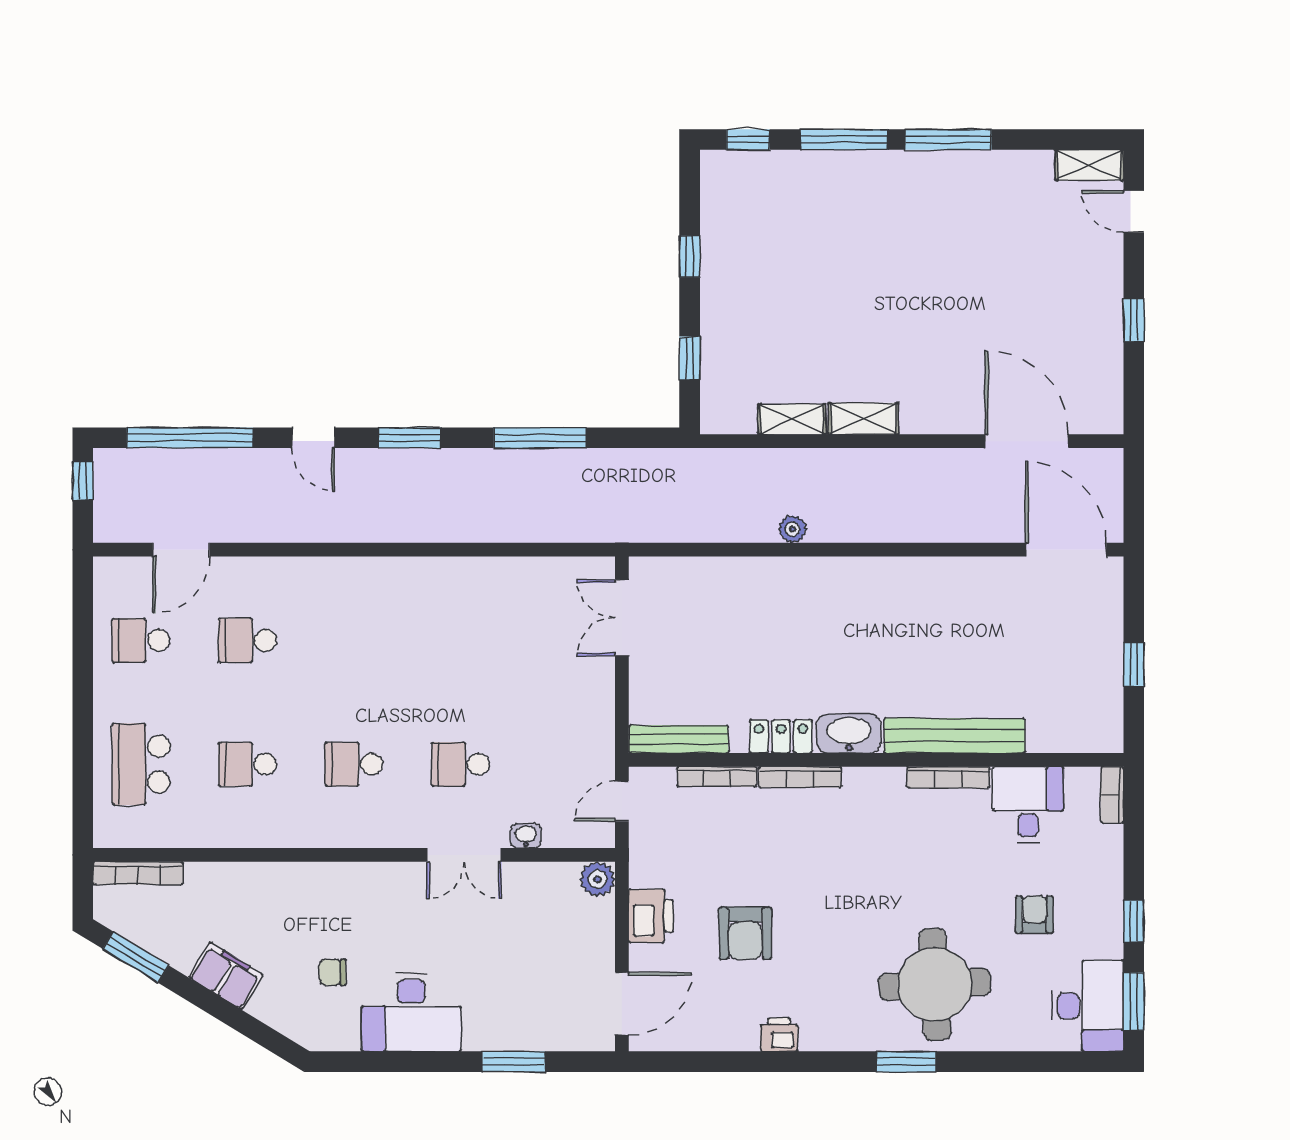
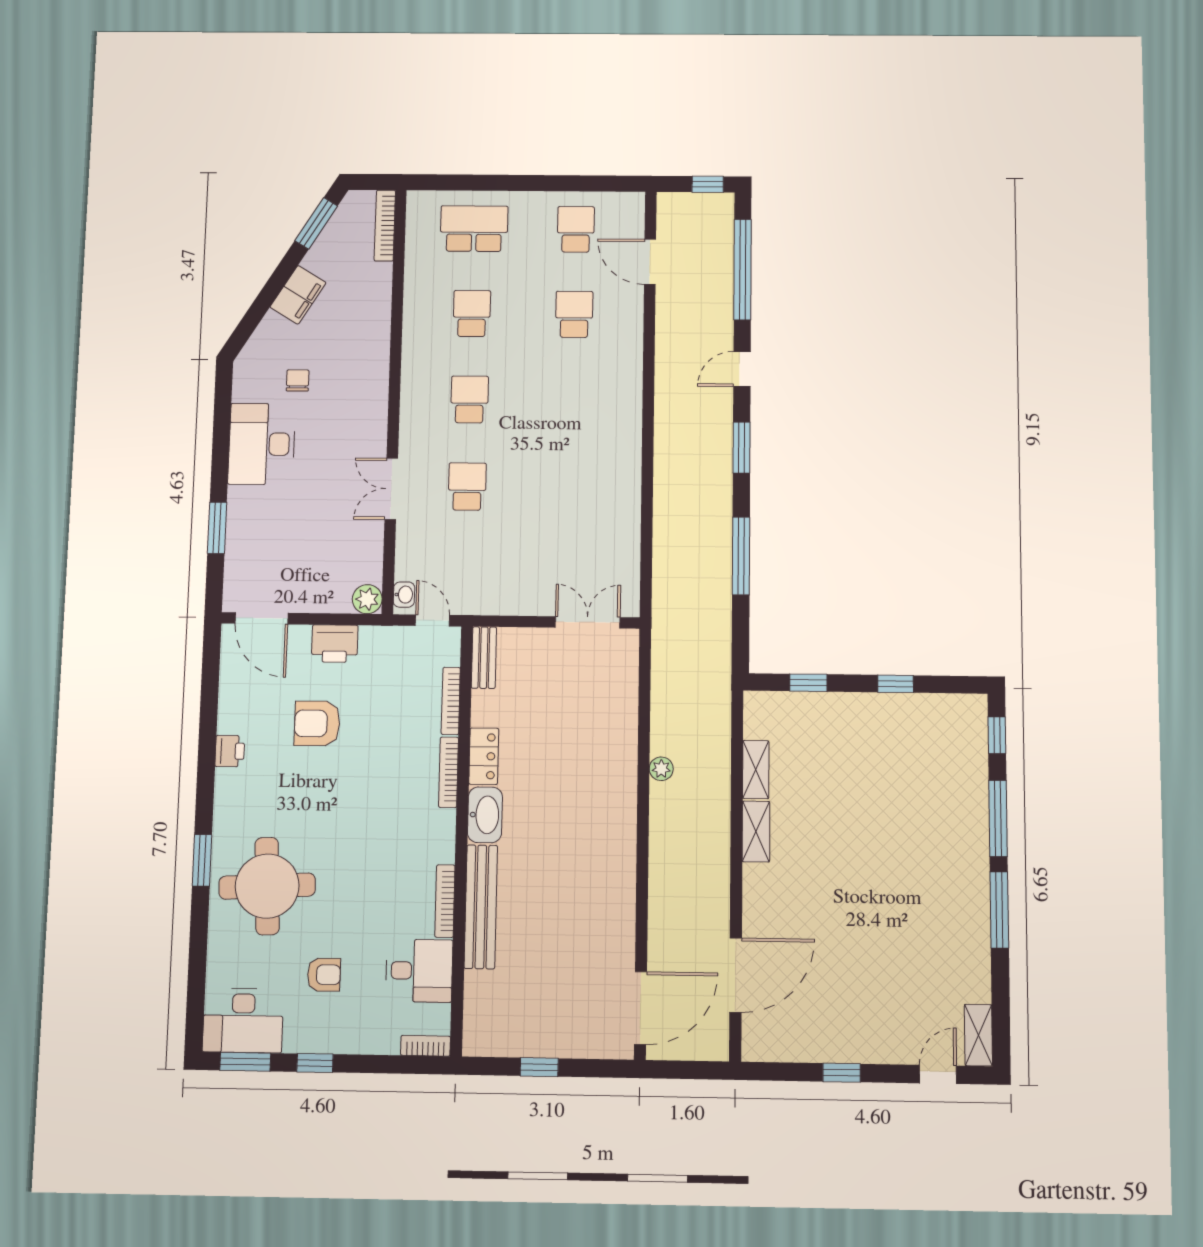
bench: (678, 739) -> (484, 658), width x0.73
washbasin: (526, 836) -> (404, 595), moved

